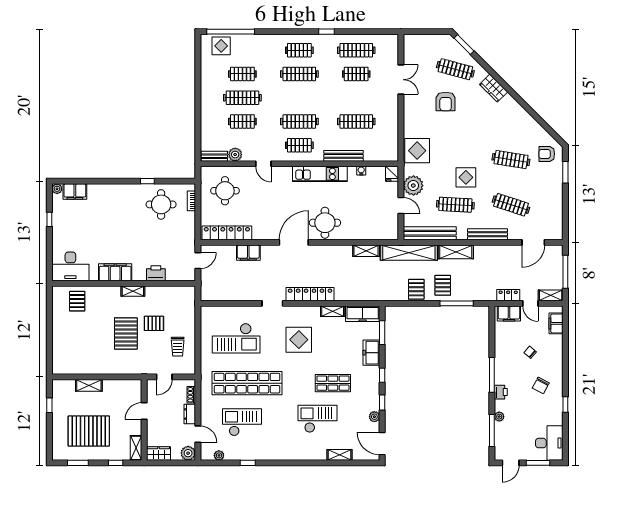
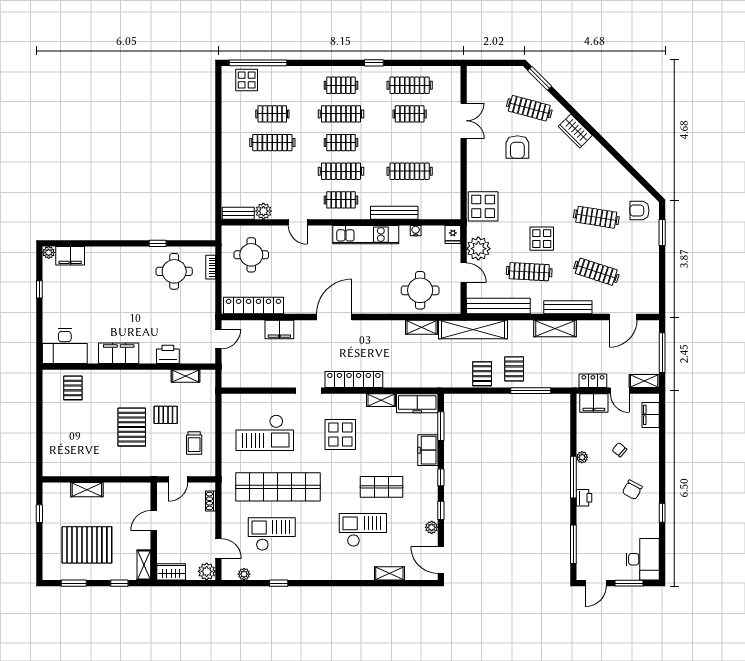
clothes rail: (242, 121) -> (341, 143), moved
round table: (325, 223) -> (420, 290), moved
shelving: (456, 252) -> (555, 328), moved
shelving: (133, 291) -> (186, 376), moved
dresser: (190, 414) -> (209, 524), removed
plant: (499, 417) -> (582, 457), moved

